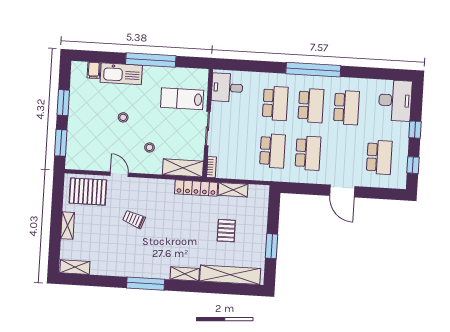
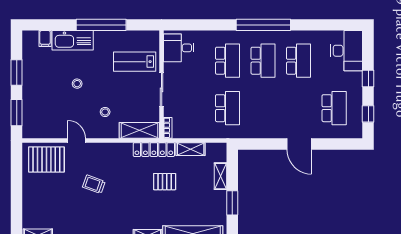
school desk: (308, 153) -> (263, 108), removed
shelving: (68, 226) -> (221, 176), moved
pallet: (226, 231) -> (165, 182), moved, turned 90

